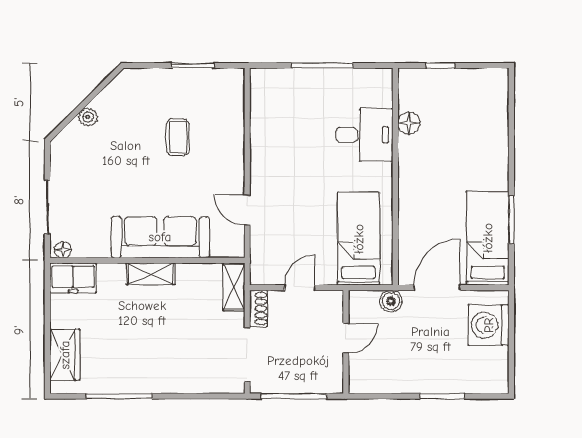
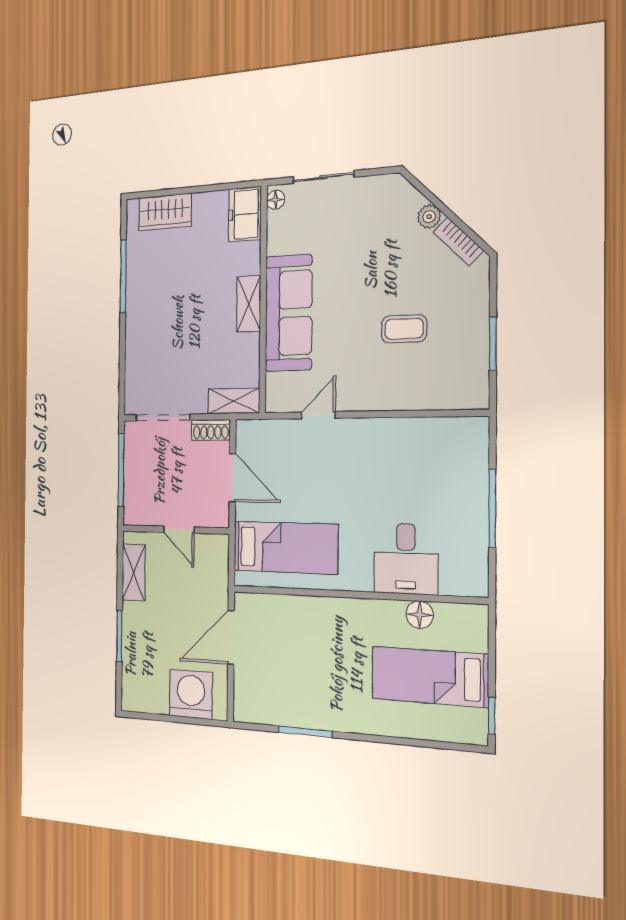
window: (440, 66) -> (492, 716), moved
bookcase: (110, 93) -> (458, 241), added
bed: (488, 238) -> (430, 677), moved, turned 180
door: (300, 288) -> (232, 478), width x1.38
door: (437, 288) -> (231, 637), swing flipped
boiler: (391, 301) -> (217, 583), removed
shelving: (385, 382) -> (134, 572), added

